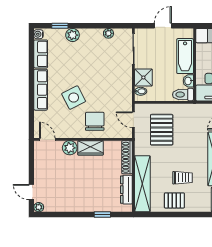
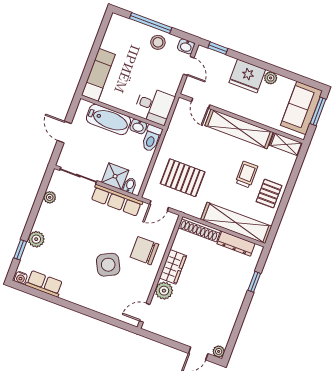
row of seats: (41, 90) -> (117, 200), moved, turned 180

